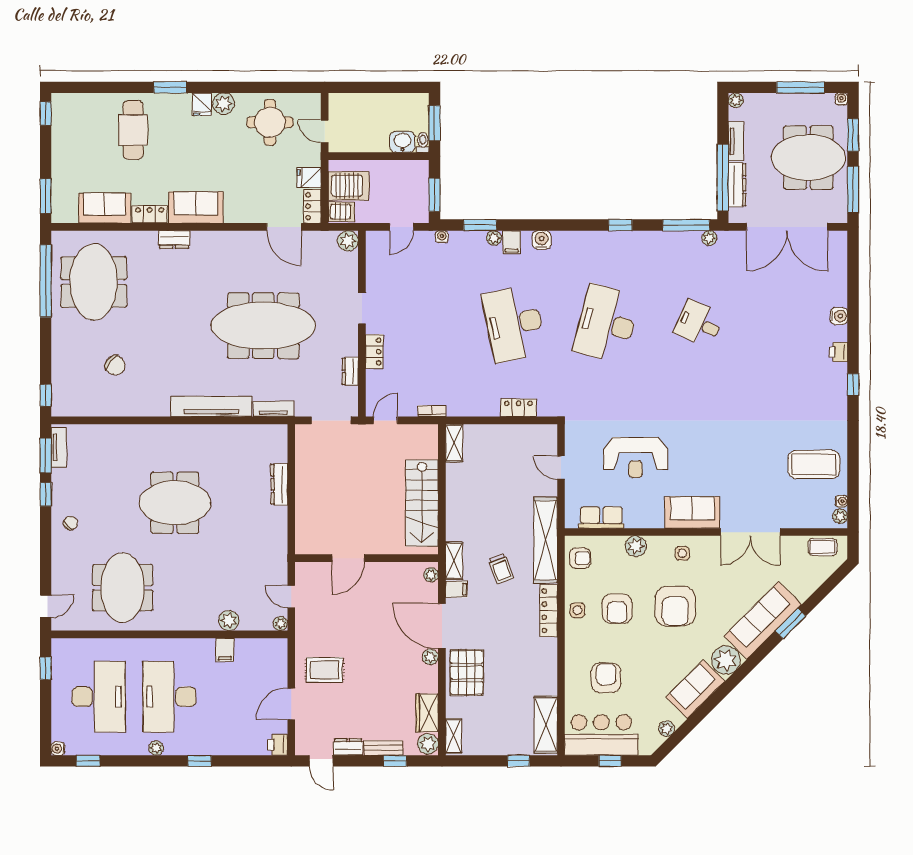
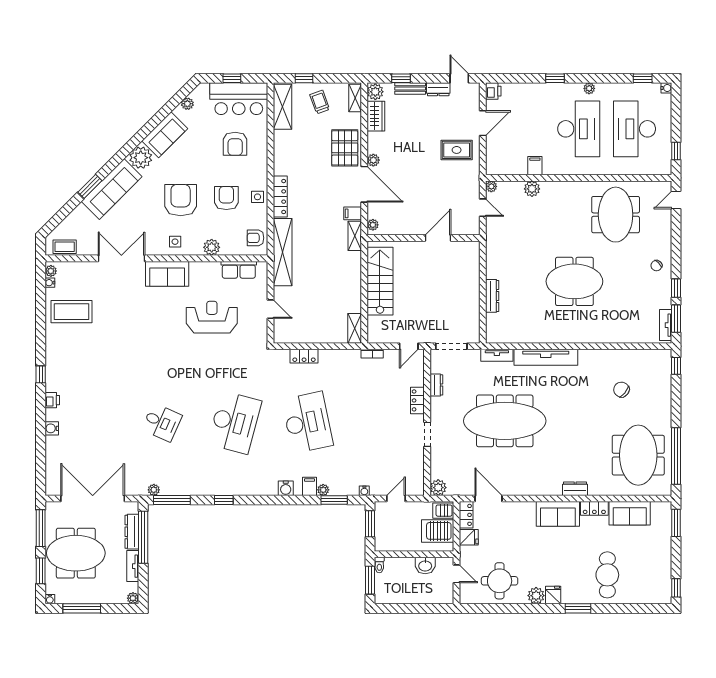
washbasin: (402, 142) -> (425, 566), moved
trolley: (501, 569) -> (320, 102), moved

